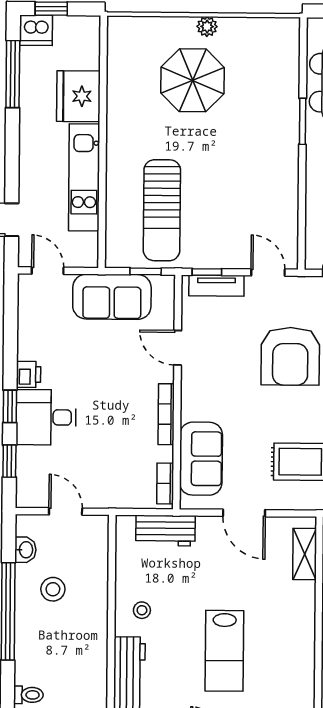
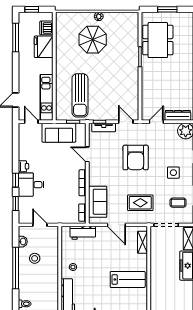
dishwasher: (36, 30) -> (46, 28), moved, turned 90
kitchen unit: (84, 177) -> (46, 97), moved
lab bench: (224, 651) -> (128, 279), moved, turned -90

